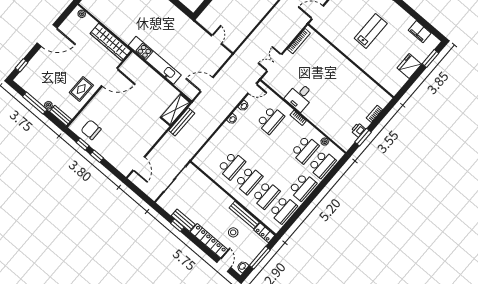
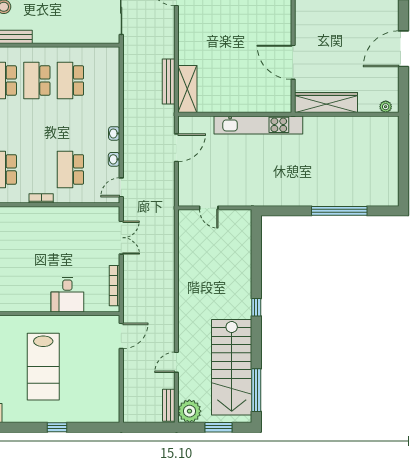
lab bench: (371, 31) -> (43, 367), width x1.36, depth x1.39
door: (110, 77) -> (293, 62), hinge flipped
rug: (81, 89) -> (313, 22), removed
desk: (300, 97) -> (67, 295), moved, turned 180

